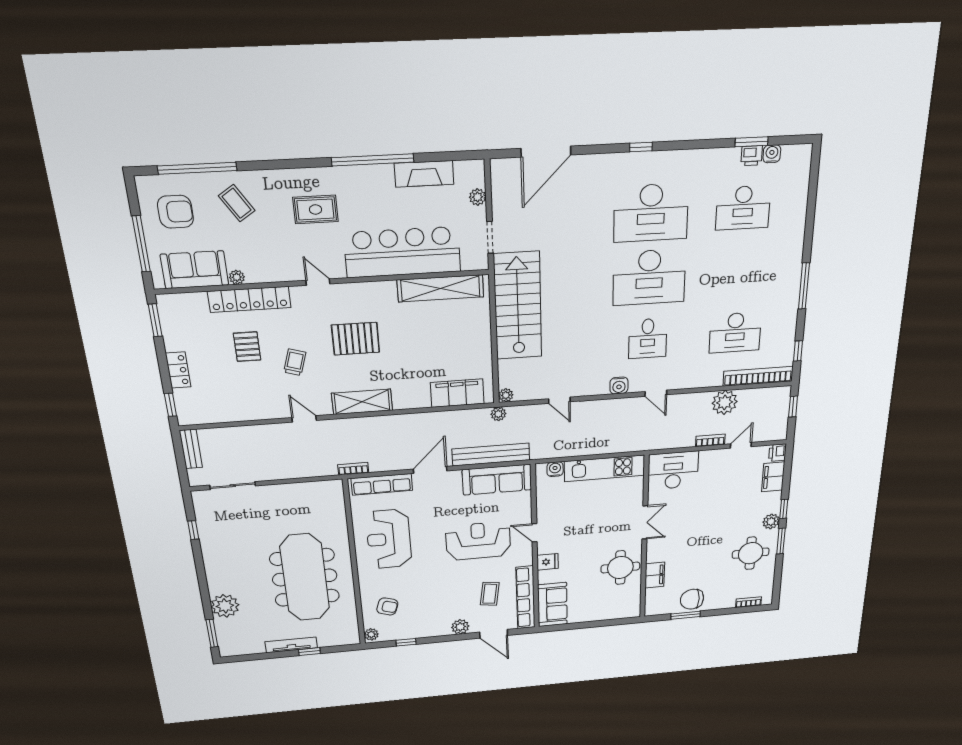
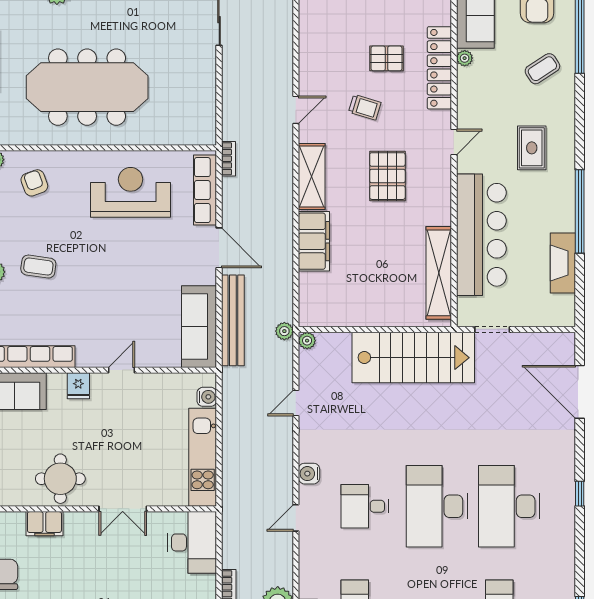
plant: (478, 197) -> (536, 318), removed
filing cabinet: (457, 393) -> (314, 241), moved
reception desk: (478, 541) -> (117, 300), removed
coffee table: (490, 594) -> (38, 267), moved
armchair: (387, 606) -> (34, 183), turned 142

